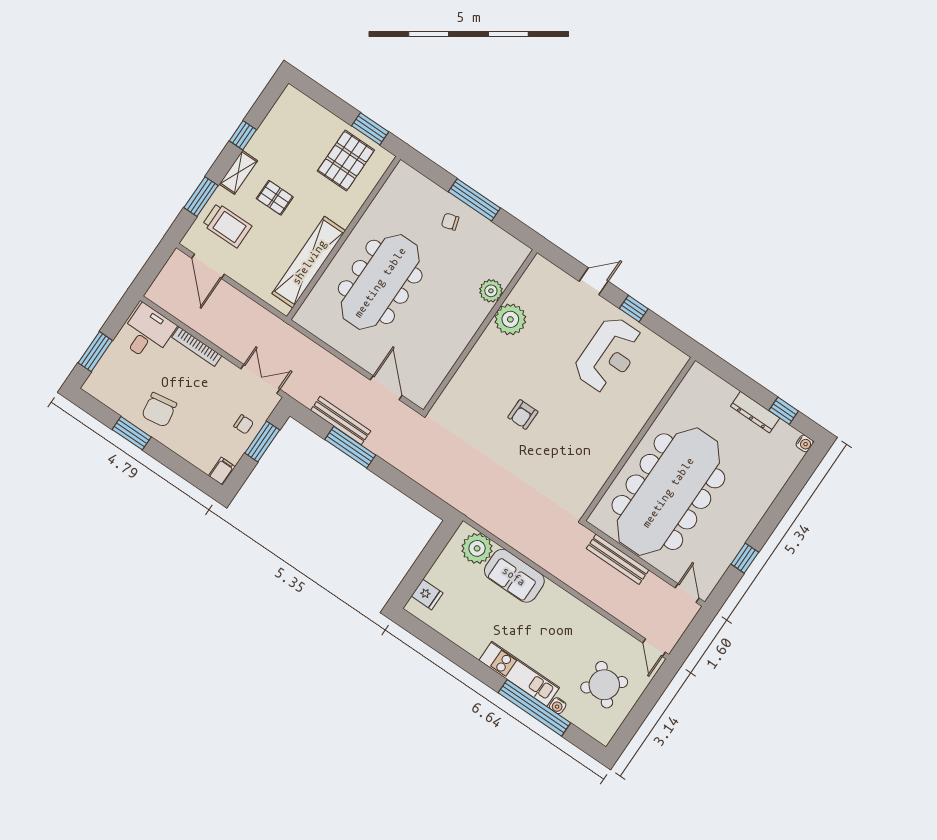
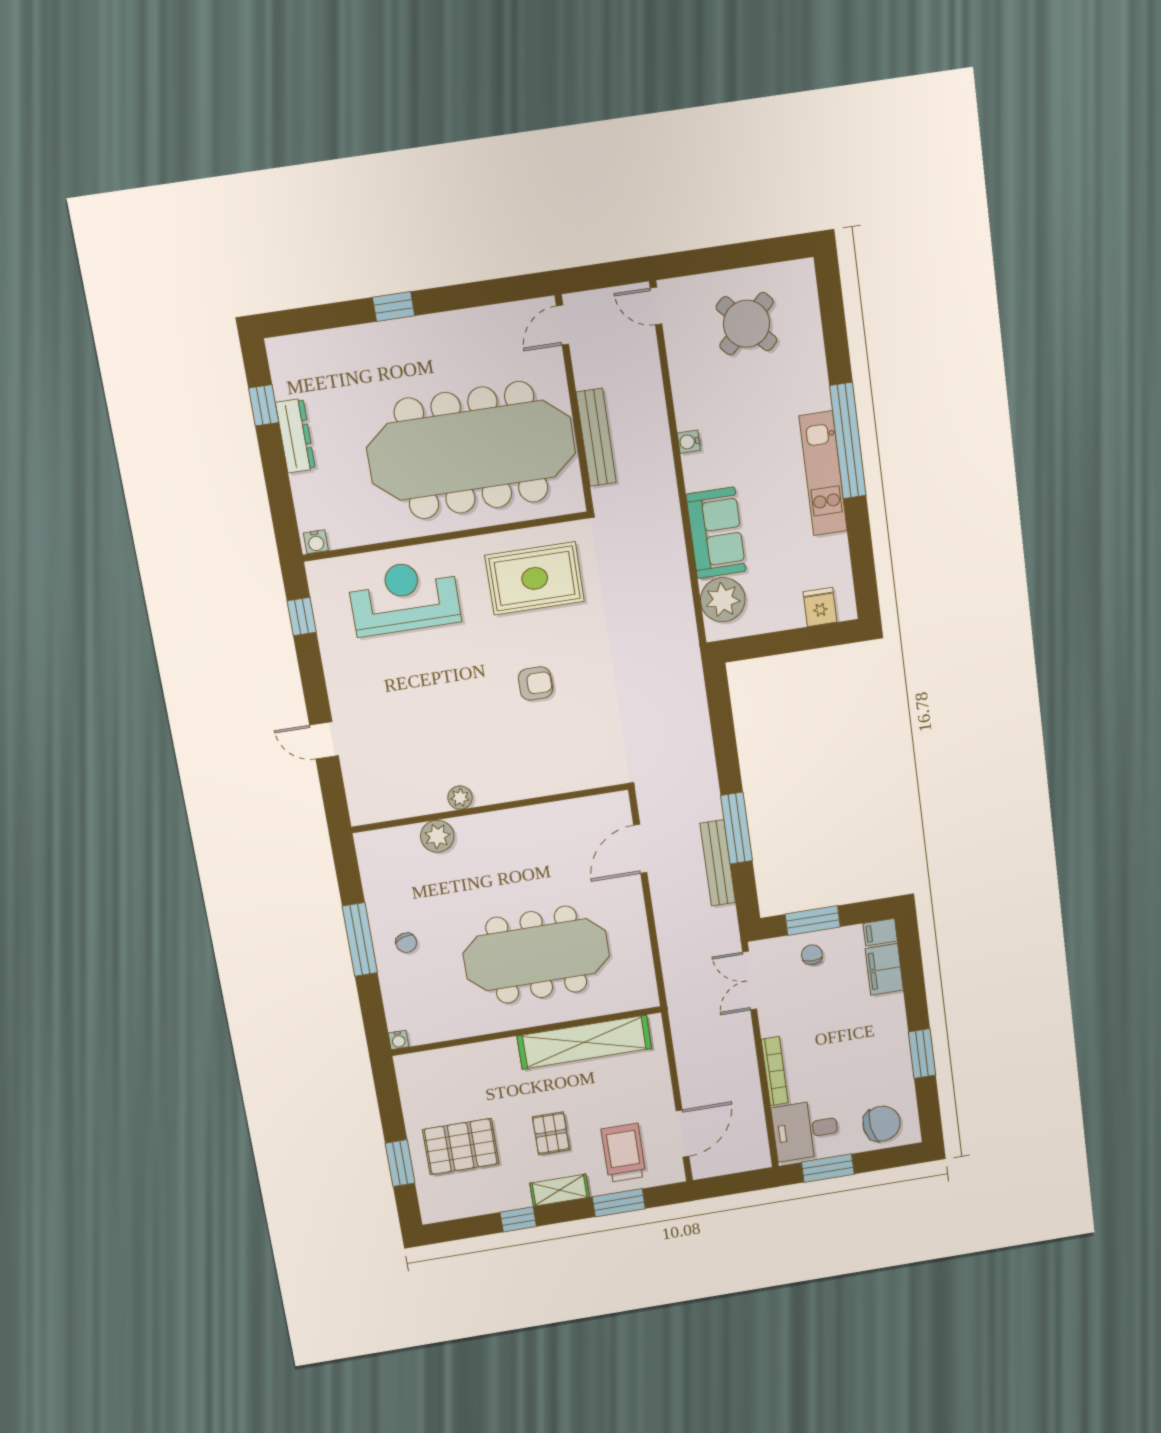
window: (370, 129) -> (400, 1163), moved
pallet: (346, 161) -> (461, 1147), moved
water cooler: (402, 168) -> (399, 1040), added
window: (634, 309) -> (302, 617), moved
plant: (510, 319) -> (460, 798), width x0.53, depth x0.53
window: (95, 352) -> (828, 1168), moved
reception desk: (609, 355) -> (404, 597), moved
chair: (159, 410) -> (882, 1124), moved
water cooler: (805, 444) -> (316, 542), moved, turned 180
filing cabinet: (199, 455) -> (884, 969), added
rug: (576, 464) -> (535, 578), added
window: (745, 558) -> (394, 307), moved
door: (654, 648) -> (656, 306), swing flipped
kitchen unit: (519, 674) -> (823, 473), moved
water cooler: (558, 706) -> (689, 442), moved, turned 180
window: (534, 708) -> (848, 441), moved

